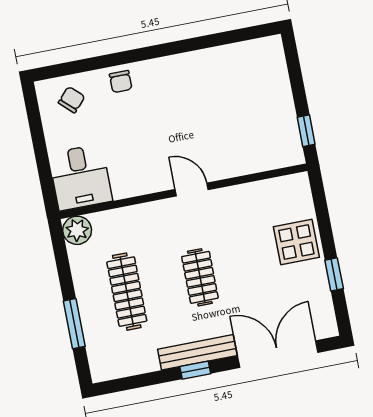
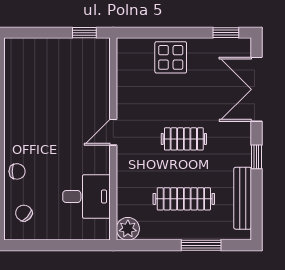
desk: (80, 177) -> (86, 197), moved
window: (334, 274) -> (226, 33), moved
bench: (197, 352) -> (243, 198), moved

